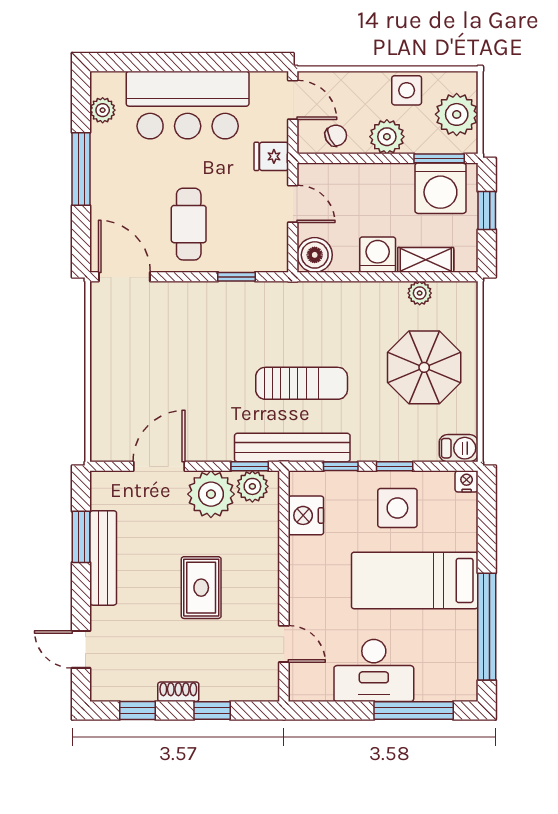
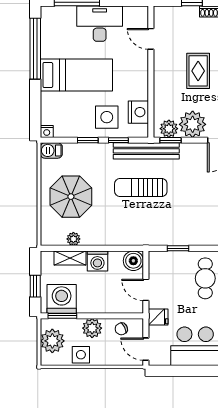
side table: (397, 508) -> (107, 117), moved

